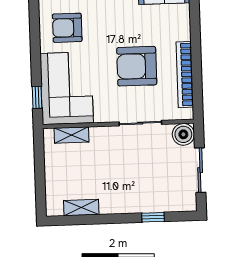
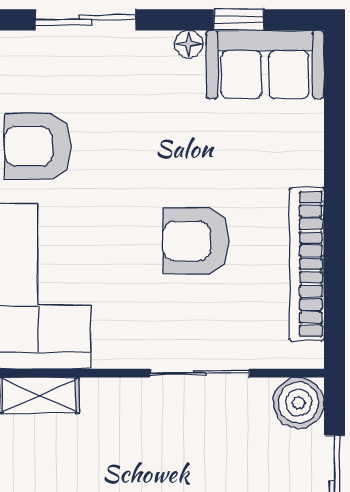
armchair: (137, 66) -> (196, 241), width x0.73, depth x0.73

